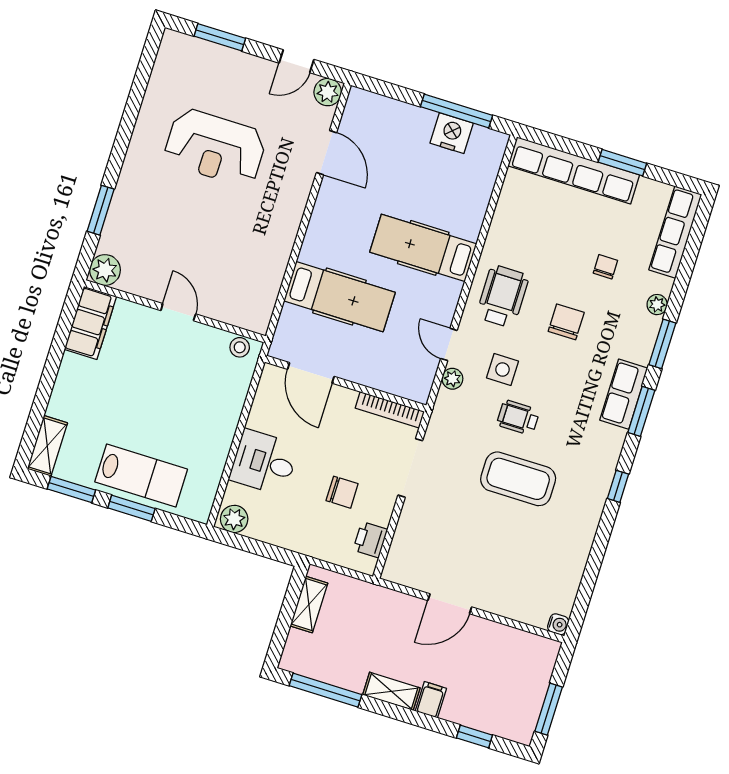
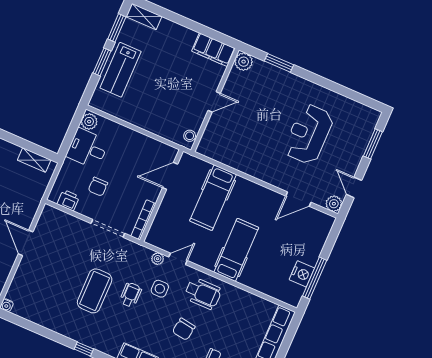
chair: (566, 322) -> (184, 329), turned 99
desk: (264, 462) -> (87, 149), moved, turned -90

